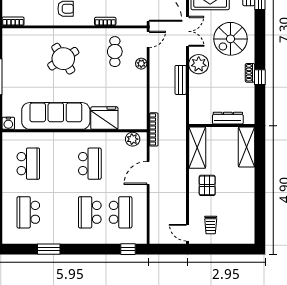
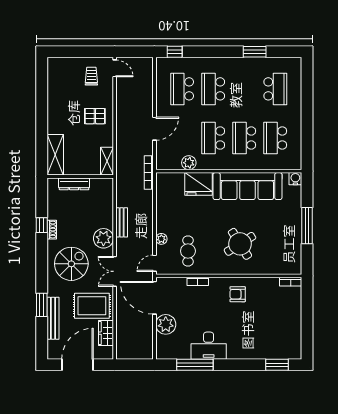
plant: (133, 139) -> (189, 163), moved
shelving: (197, 148) -> (107, 161), width x0.67, depth x0.75
school desk: (59, 164) -> (244, 138), added
pallet: (207, 185) -> (95, 116), turned 90
school desk: (90, 212) -> (213, 89), turned 180

